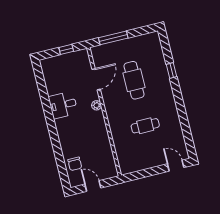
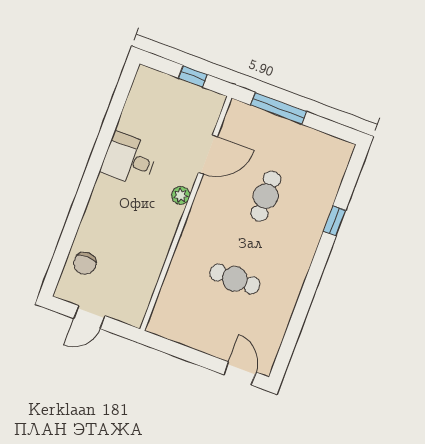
cafe table: (134, 80) -> (266, 196), width x0.73, depth x0.74
door: (93, 186) -> (89, 317), swing flipped

